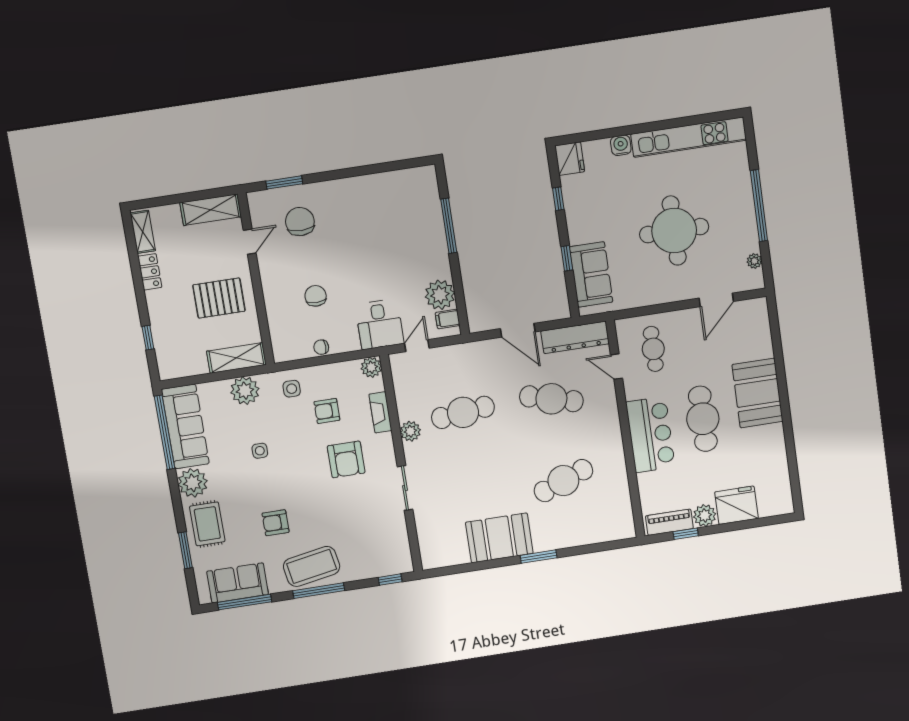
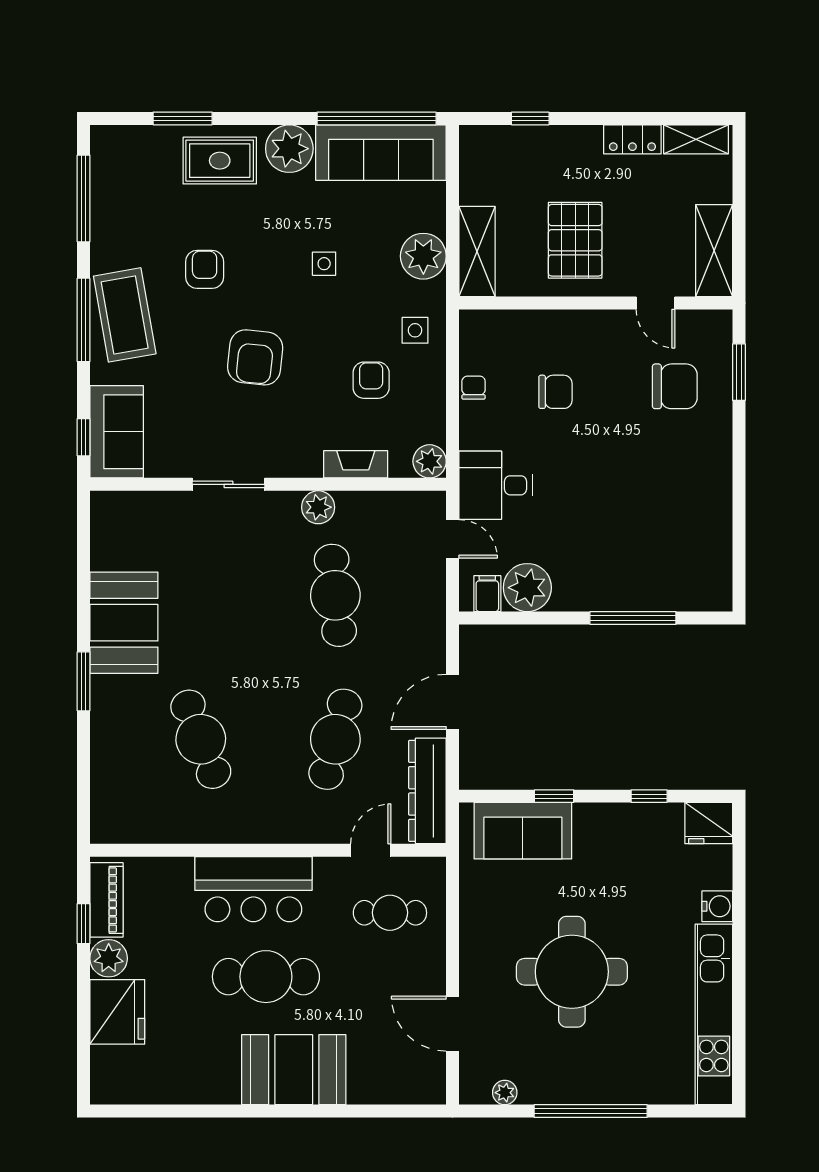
armchair: (346, 459) -> (255, 357), moved, turned -84
sofa: (238, 583) -> (117, 432), moved

